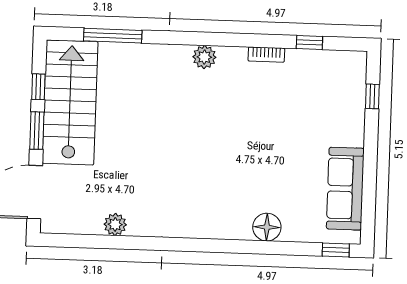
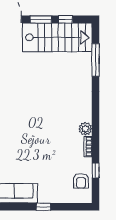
plant: (204, 57) -> (85, 129), moved
armchair: (327, 69) -> (81, 181), added
window: (372, 96) -> (43, 207), moved

